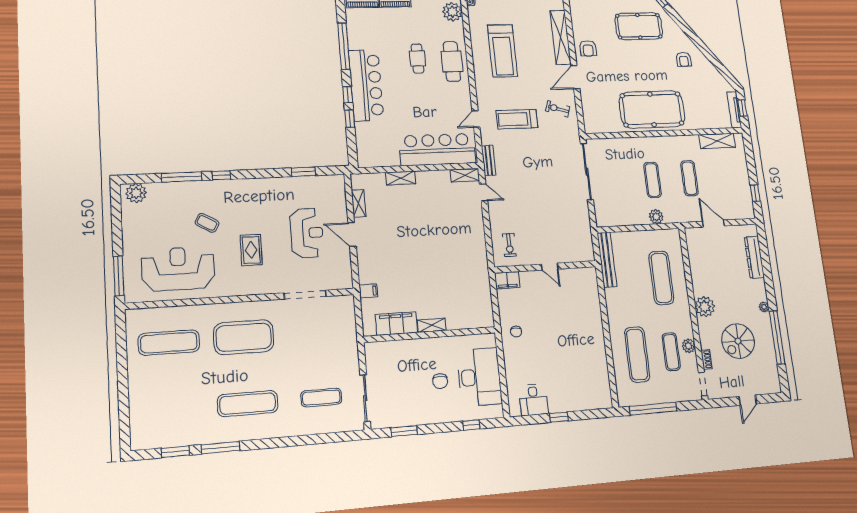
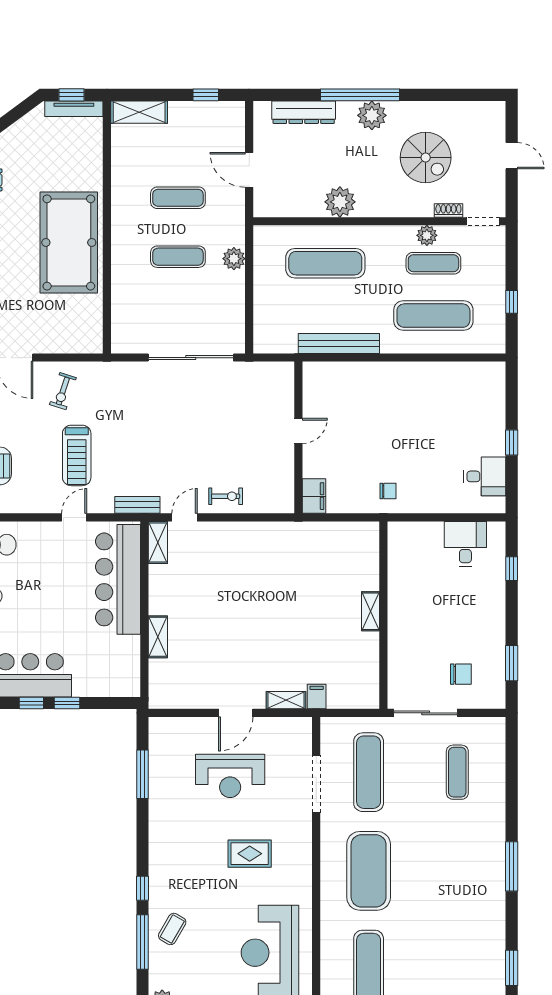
door: (476, 119) -> (74, 517), swing flipped
shelving: (717, 141) -> (139, 112), moved, turned 90
window: (303, 172) -> (142, 774), width x1.44
sliding door: (587, 172) -> (191, 358), moved
shelving: (359, 203) -> (286, 700), moved
coffee table: (207, 223) -> (172, 929), moved
door: (713, 224) -> (249, 170), hinge flipped
reception desk: (307, 233) -> (230, 776), turned 180
exercise bike: (509, 245) -> (226, 496), moved
bench: (607, 260) -> (339, 343), moved
plant: (705, 307) -> (340, 202), moved
plant: (764, 307) -> (372, 115), width x1.88, depth x1.88
filing cabinet: (396, 324) -> (365, 661), removed
window: (777, 337) -> (360, 95), moved
desk: (479, 377) -> (465, 544), width x0.53, depth x0.77
chair: (440, 381) -> (461, 674), moved
sliding door: (365, 398) -> (426, 713), moved
exercise mat: (248, 404) -> (369, 772), moved
window: (653, 409) -> (512, 302), width x0.32
window: (220, 448) -> (512, 866), moved

